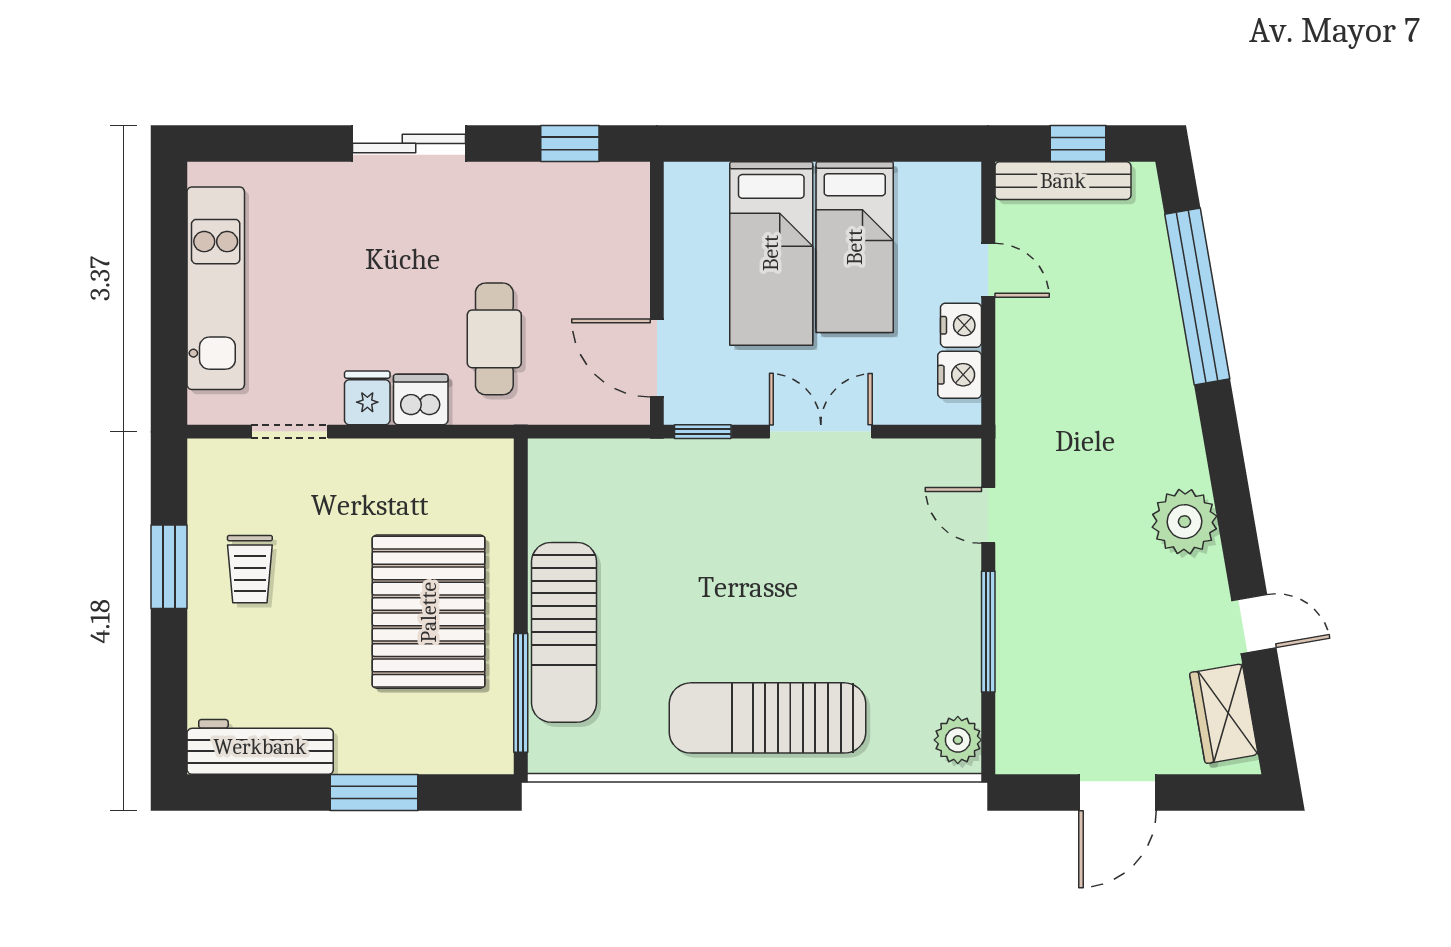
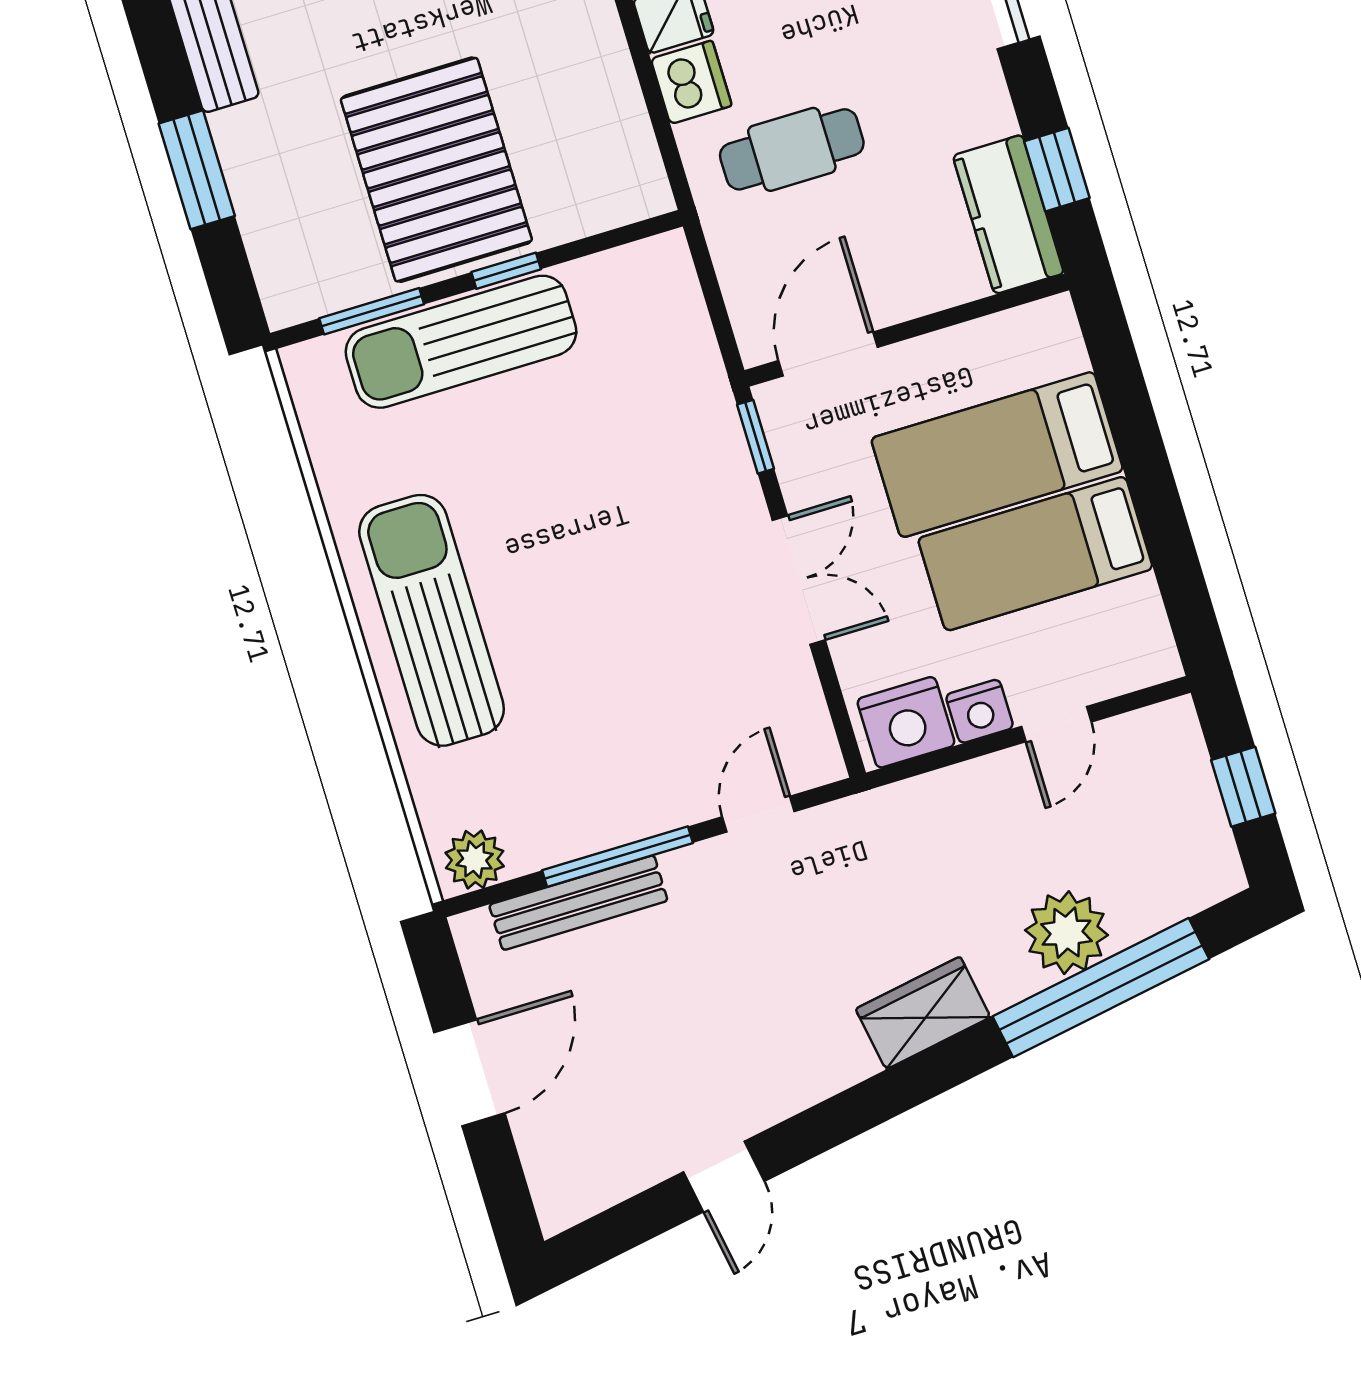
bench: (1063, 181) -> (578, 903), moved, turned 90
kitchen counter: (593, 190) -> (1008, 214), added
nightstand: (960, 375) -> (906, 722), width x1.36, depth x1.33
plant: (1184, 522) -> (1067, 933), moved
window: (521, 582) -> (506, 271), added
pallet: (429, 612) -> (436, 170), turned 90
window: (521, 693) -> (372, 311), width x0.69
wardrobe: (1224, 714) -> (923, 1013), moved
door: (1118, 793) -> (469, 1073), swing flipped

